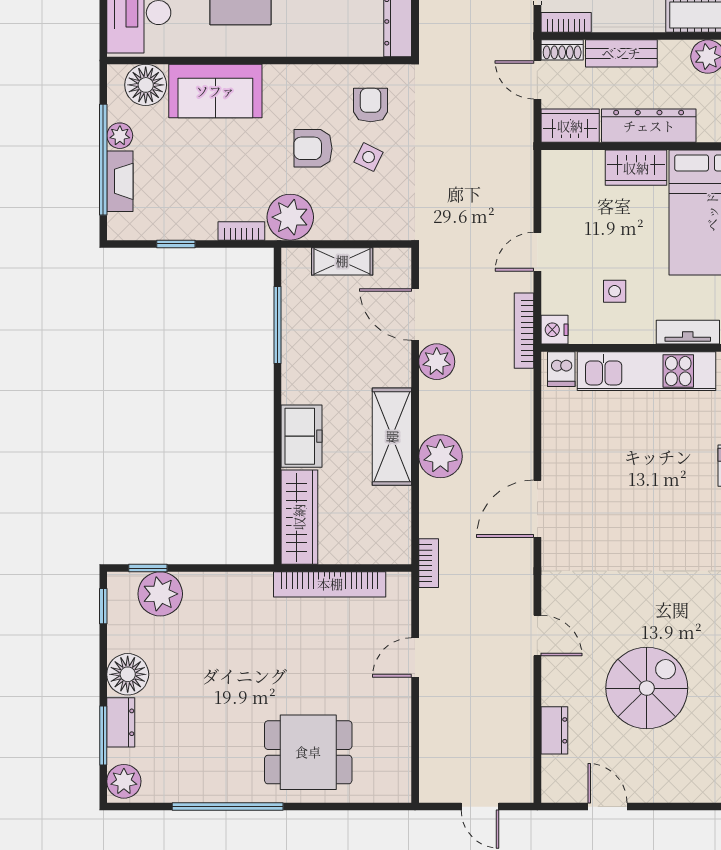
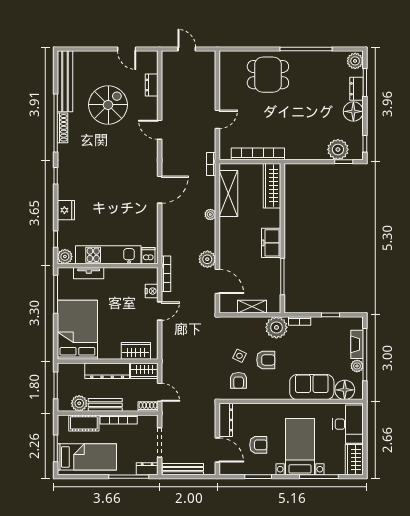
bookcase: (566, 22) -> (119, 419), moved, width x1.56
bench: (621, 53) -> (105, 405), moved
wardrobe: (636, 168) -> (136, 351), moved
side table: (615, 291) -> (123, 292), removed
nightstand: (554, 330) -> (152, 291), moved
freezer: (301, 436) -> (271, 243), moved
shelving: (392, 437) -> (228, 193), moved
plant: (440, 456) -> (210, 214), width x0.53, depth x0.53
spiral stairs: (647, 688) -> (108, 105), turned 180

